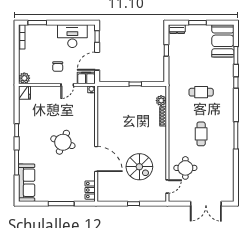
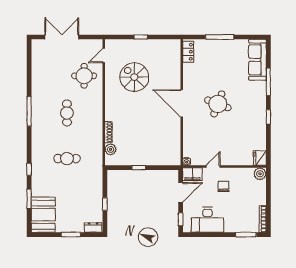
door: (96, 159) -> (182, 103), moved

